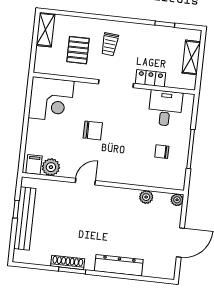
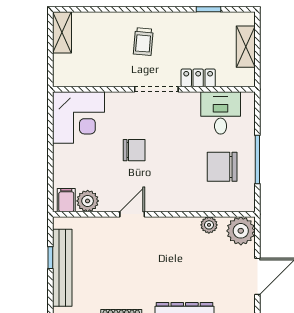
pallet: (78, 50) -> (105, 53), removed
chair: (162, 152) -> (222, 167), width x1.87, depth x1.87
plant: (177, 200) -> (241, 231), width x1.88, depth x1.88

